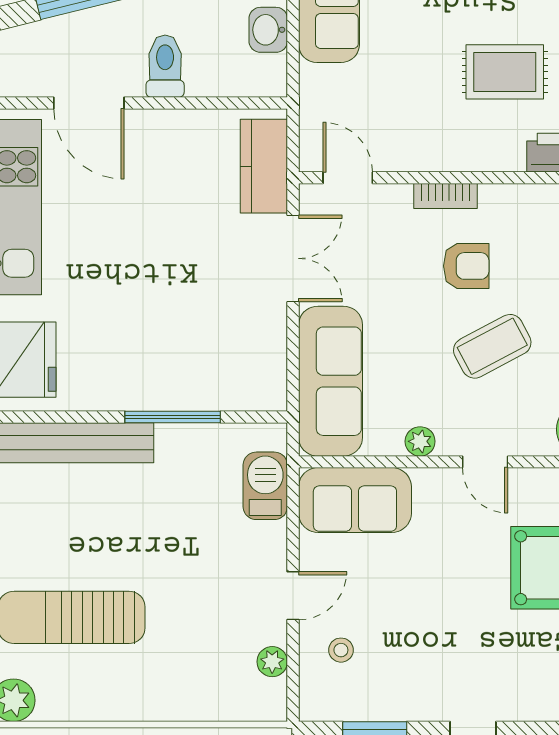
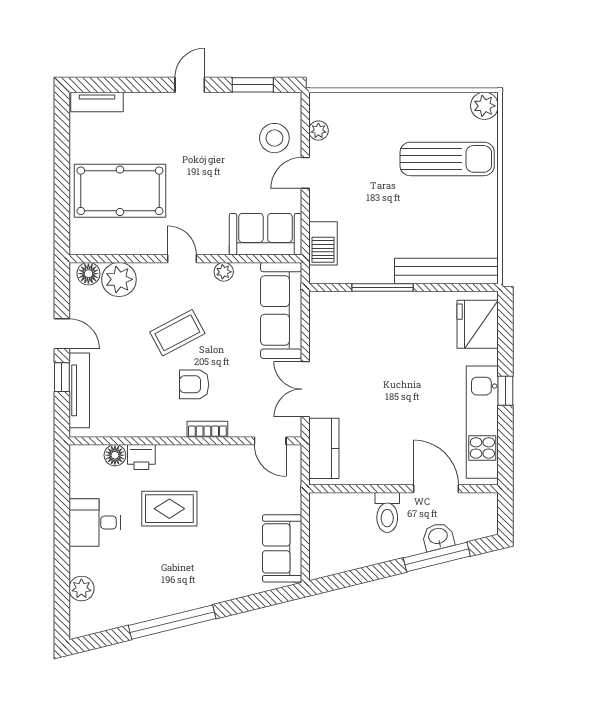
washbasin: (268, 30) -> (438, 537), moved, turned -104
stool: (341, 650) -> (274, 138), width x1.89, depth x1.89

